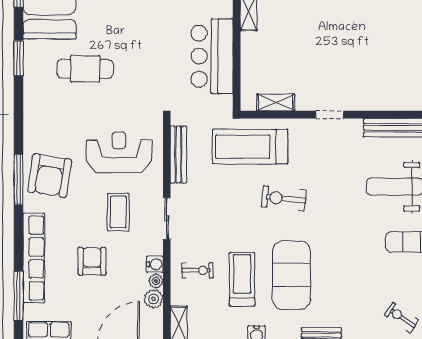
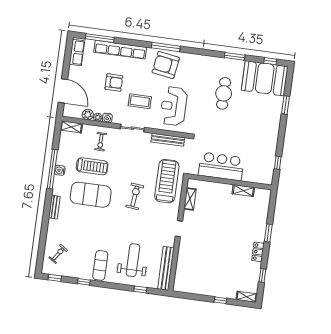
reception desk: (119, 152) -> (174, 106), turned 180

